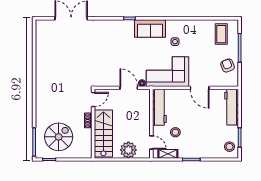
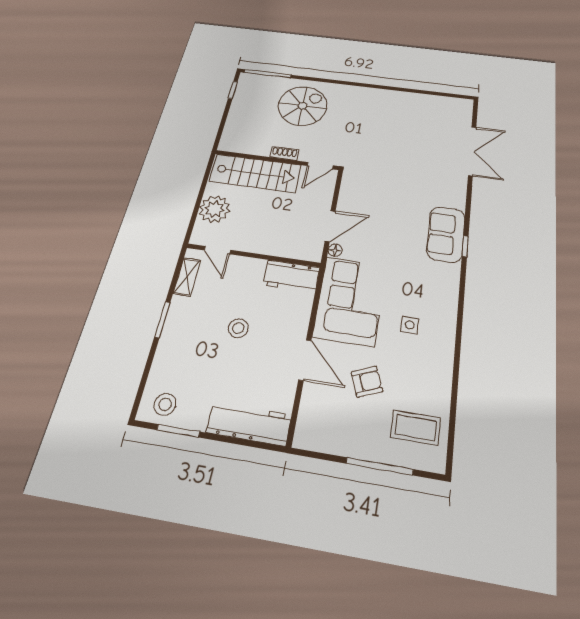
sofa: (150, 29) -> (446, 234), moved
armchair: (228, 66) -> (367, 382), moved
door: (200, 88) -> (305, 360), swing flipped
door: (93, 100) -> (320, 166), hinge flipped
workbench: (159, 107) -> (291, 276), width x0.73
stool: (175, 132) -> (238, 328), moved
spiral stairs: (59, 137) -> (303, 106), moved, turned -90
door: (151, 142) -> (217, 250), hinge flipped

